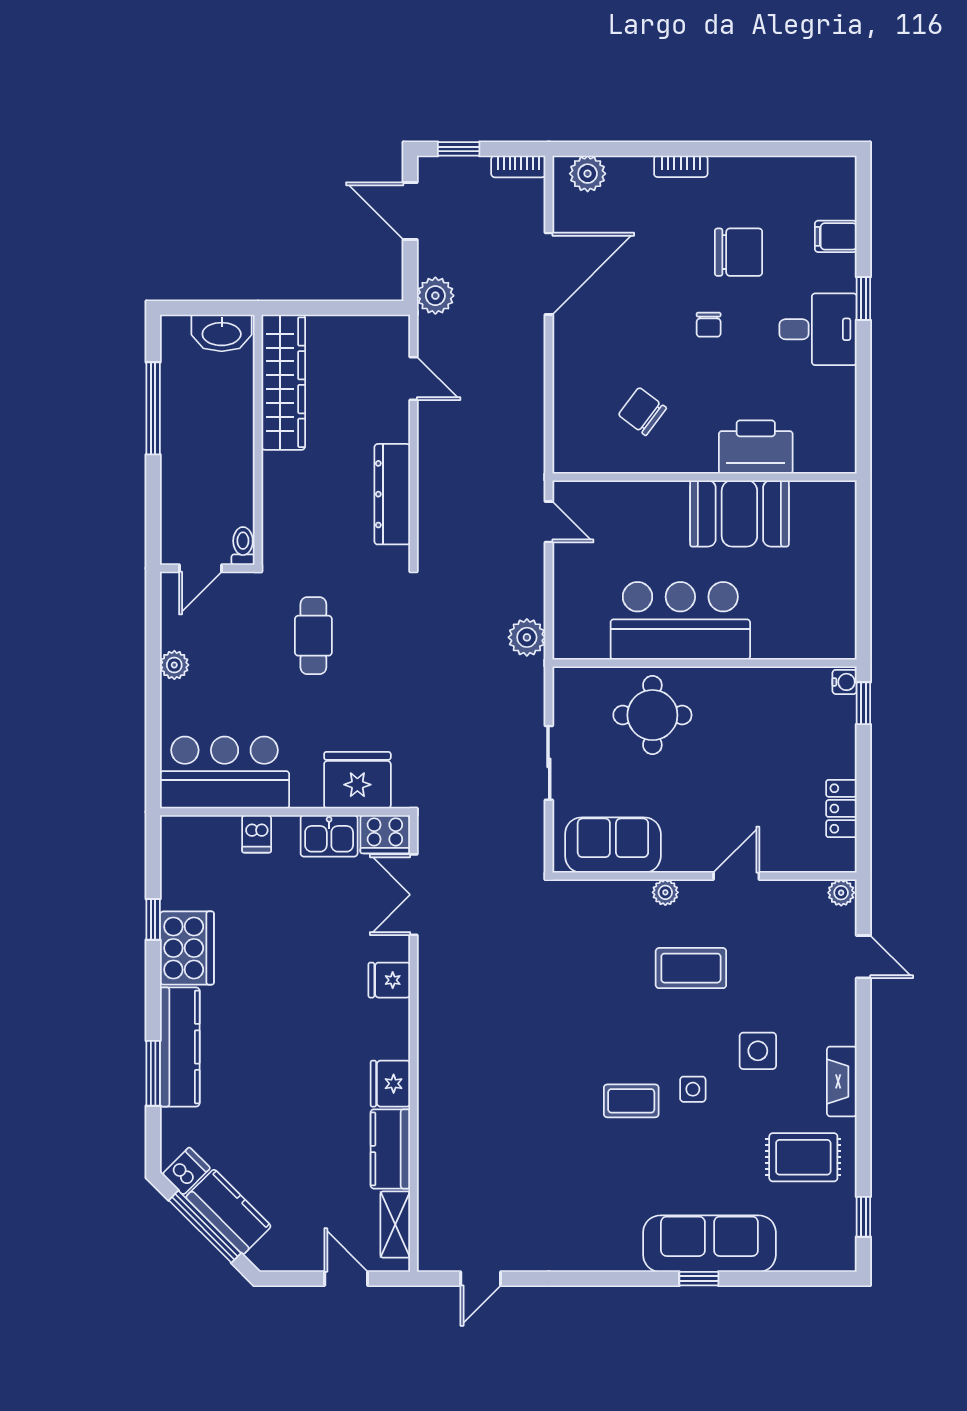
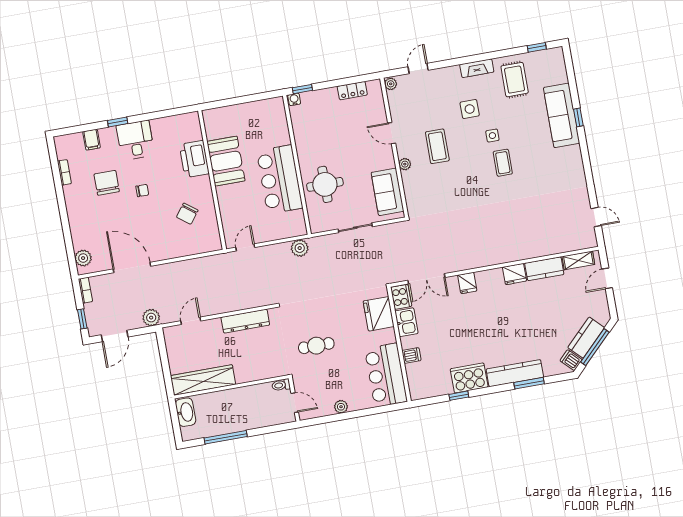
bookcase: (681, 166) -> (64, 172), moved

